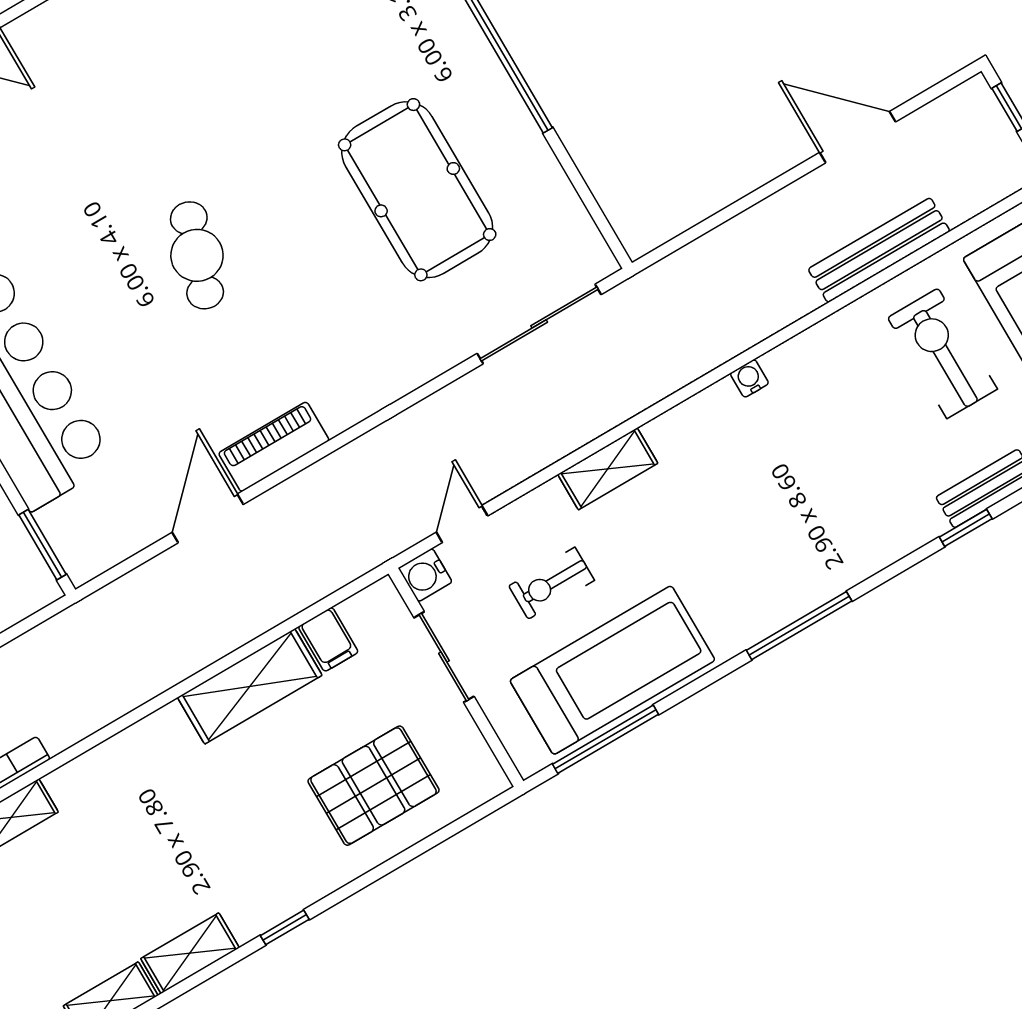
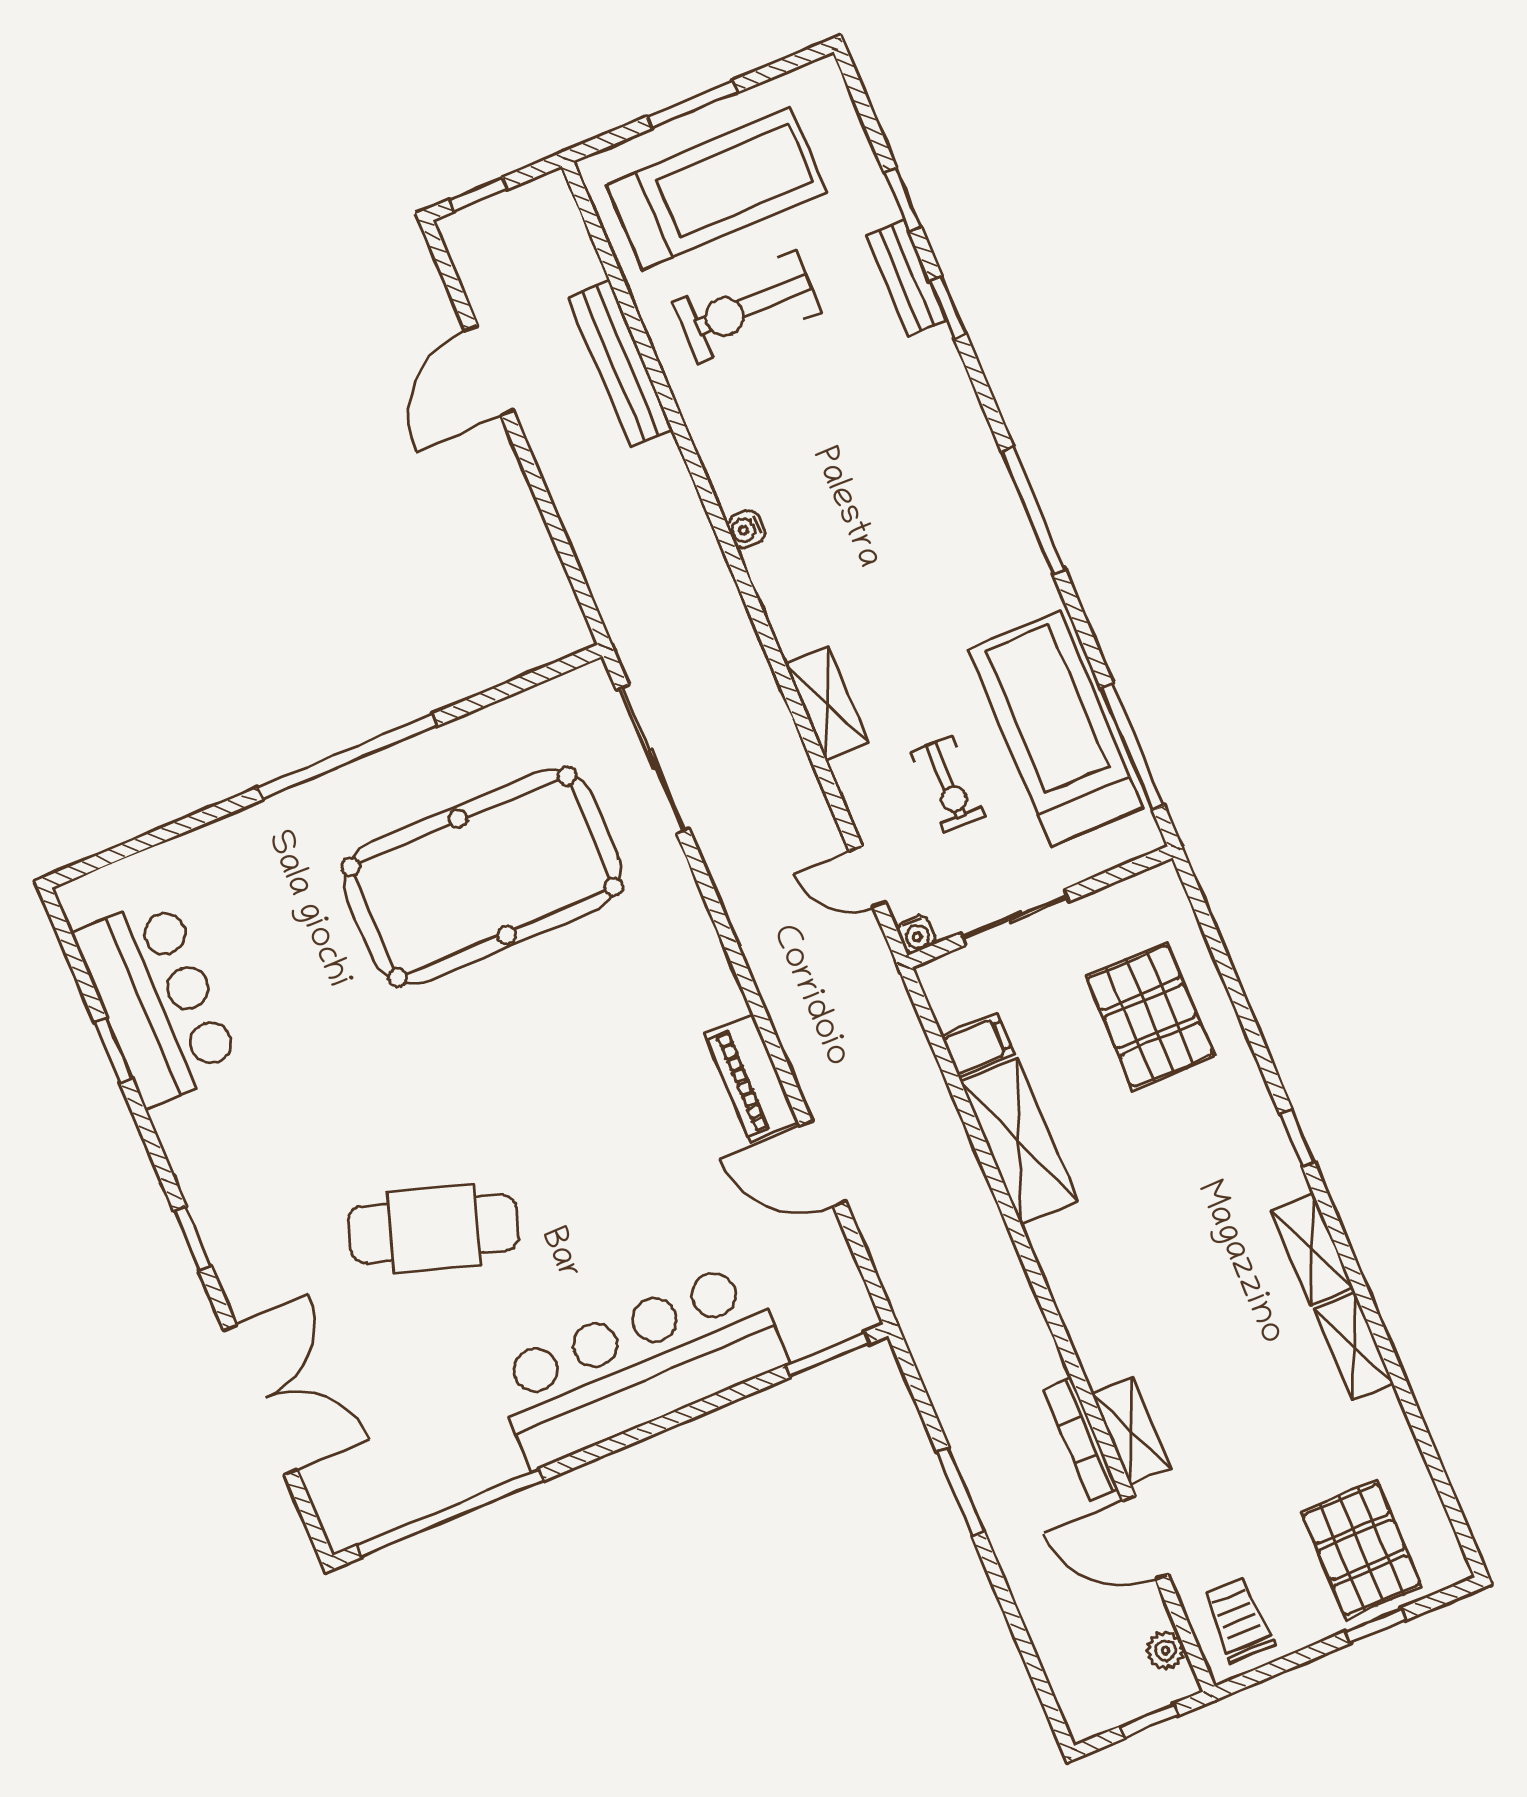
pool table: (417, 190) -> (482, 877), width x1.36, depth x1.32
cafe table: (197, 255) -> (434, 1229), moved, width x1.37, depth x1.35
water cooler: (425, 575) -> (916, 934), width x0.72, depth x0.72

